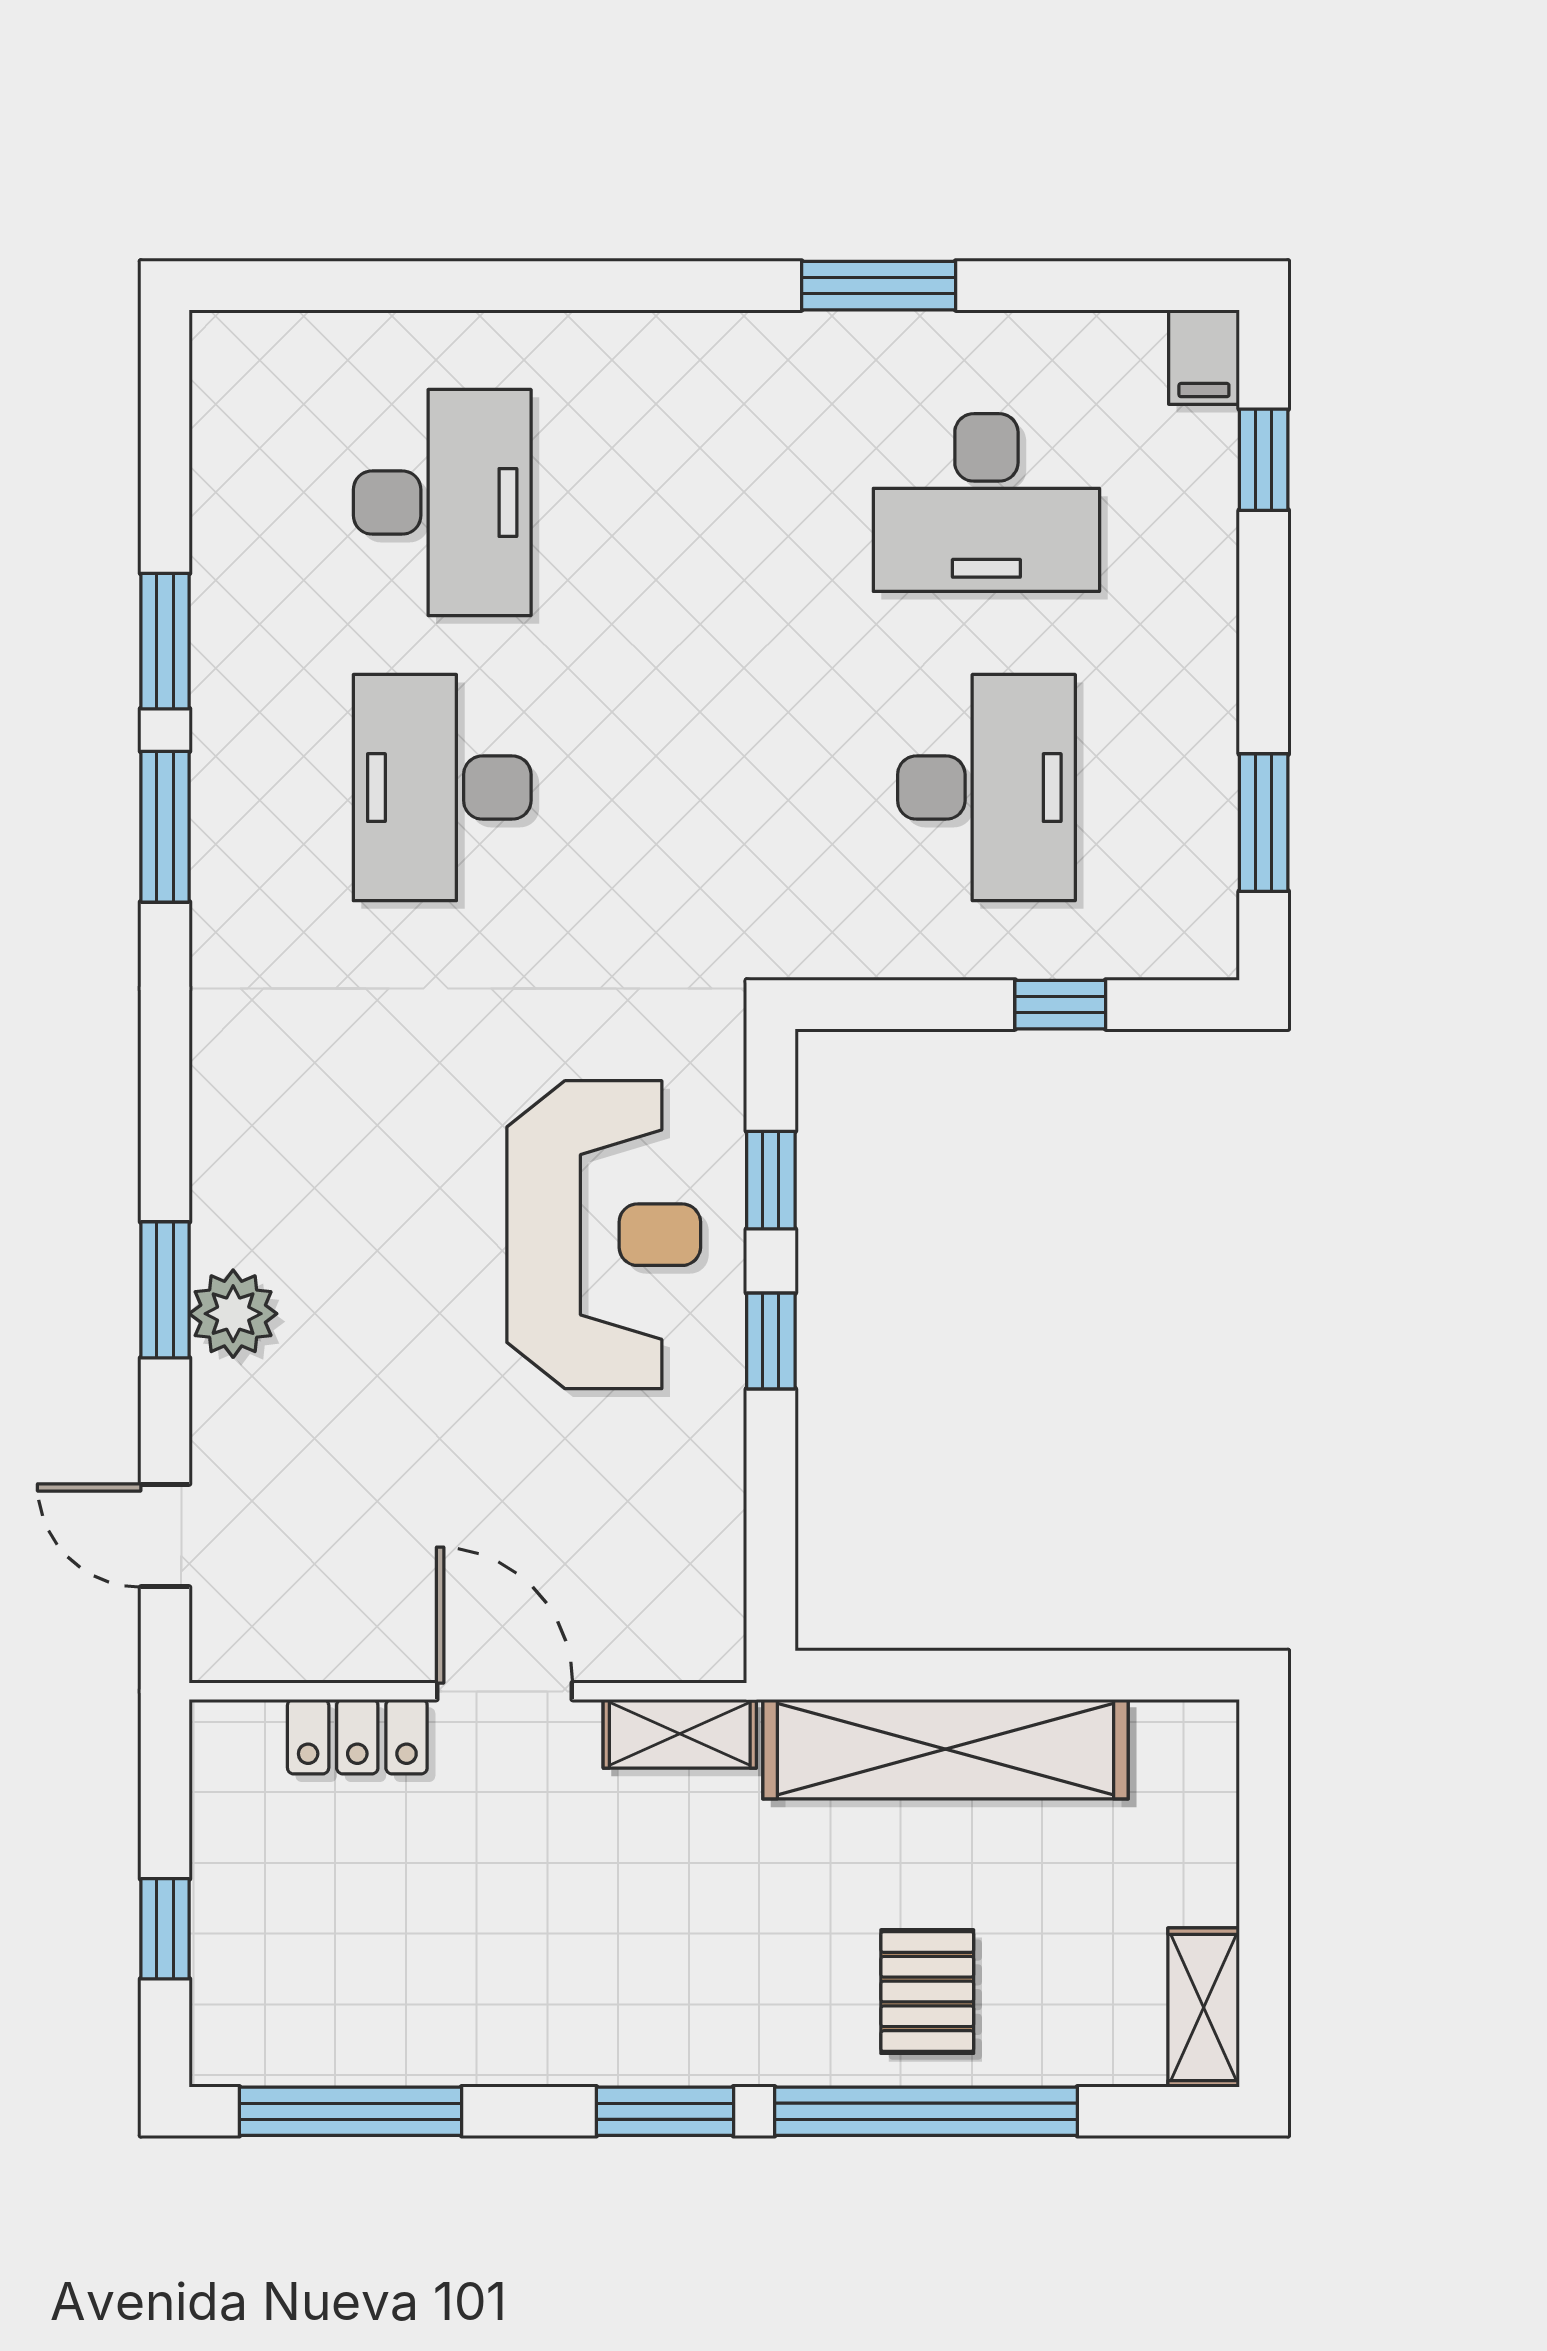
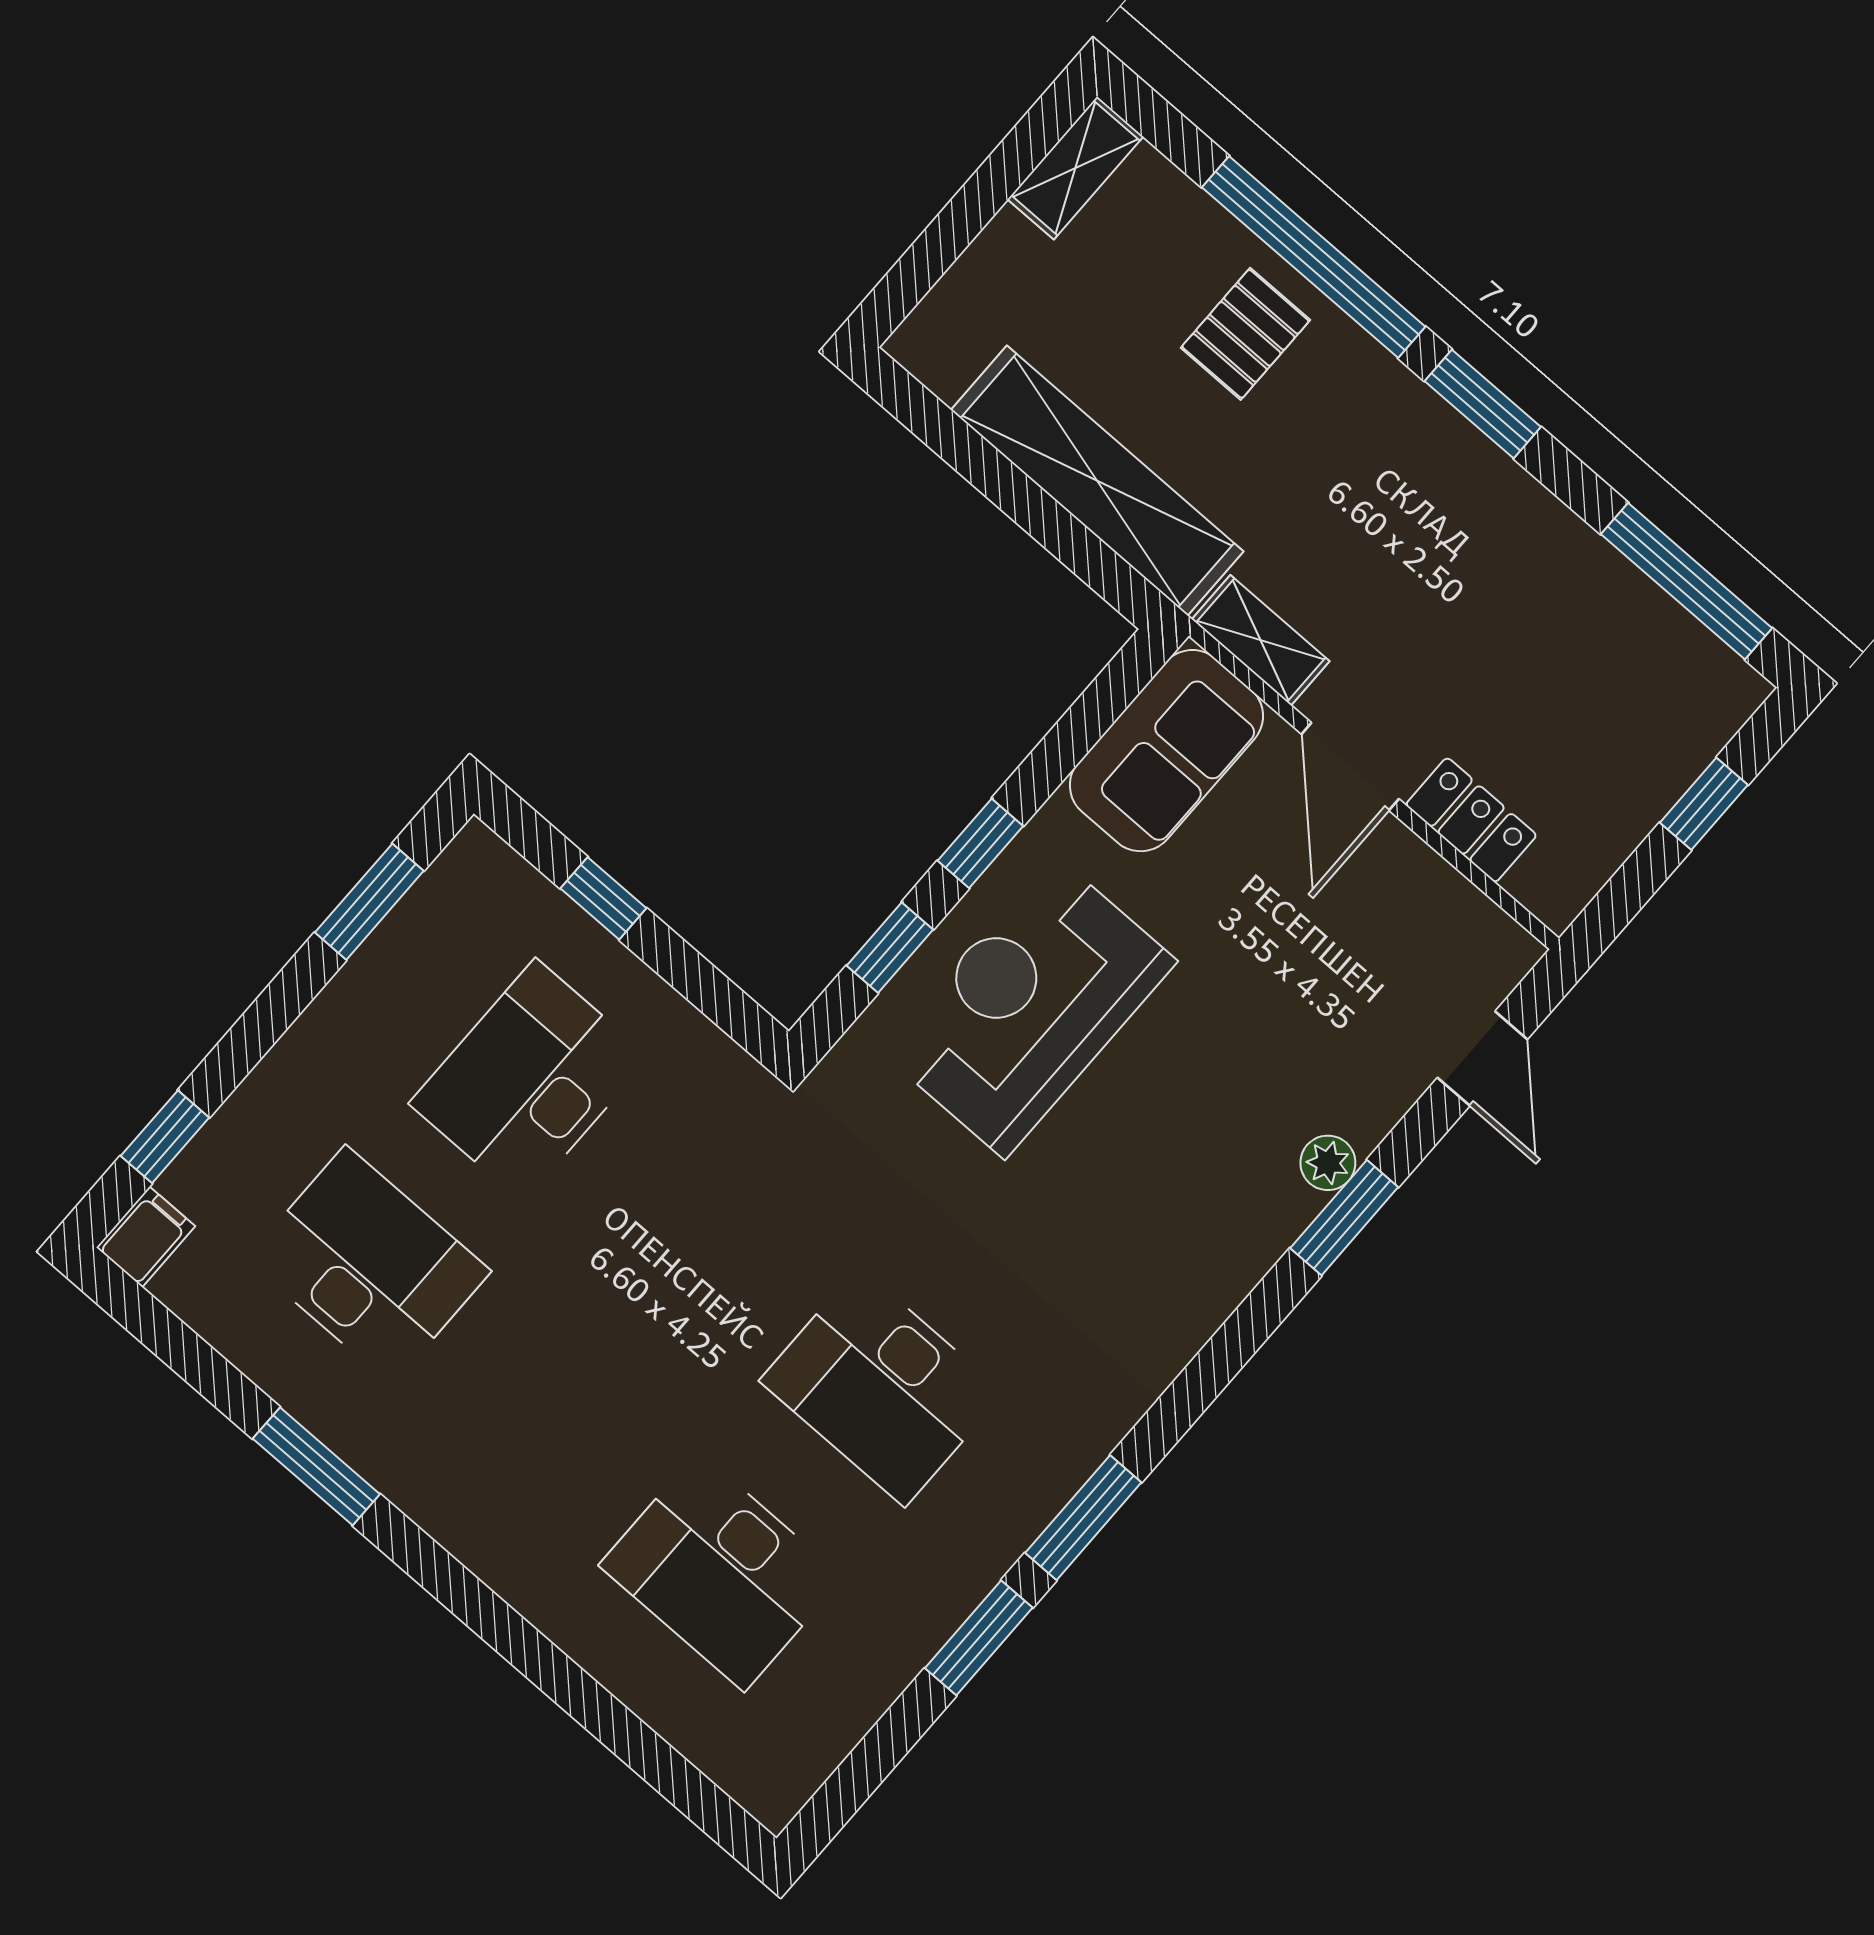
desk: (442, 503) -> (721, 1572), turned -90
desk: (442, 788) -> (882, 1387), turned 90
plant: (233, 1314) -> (1328, 1163), width x0.73, depth x0.73
sofa: (678, 1565) -> (1166, 751), added

